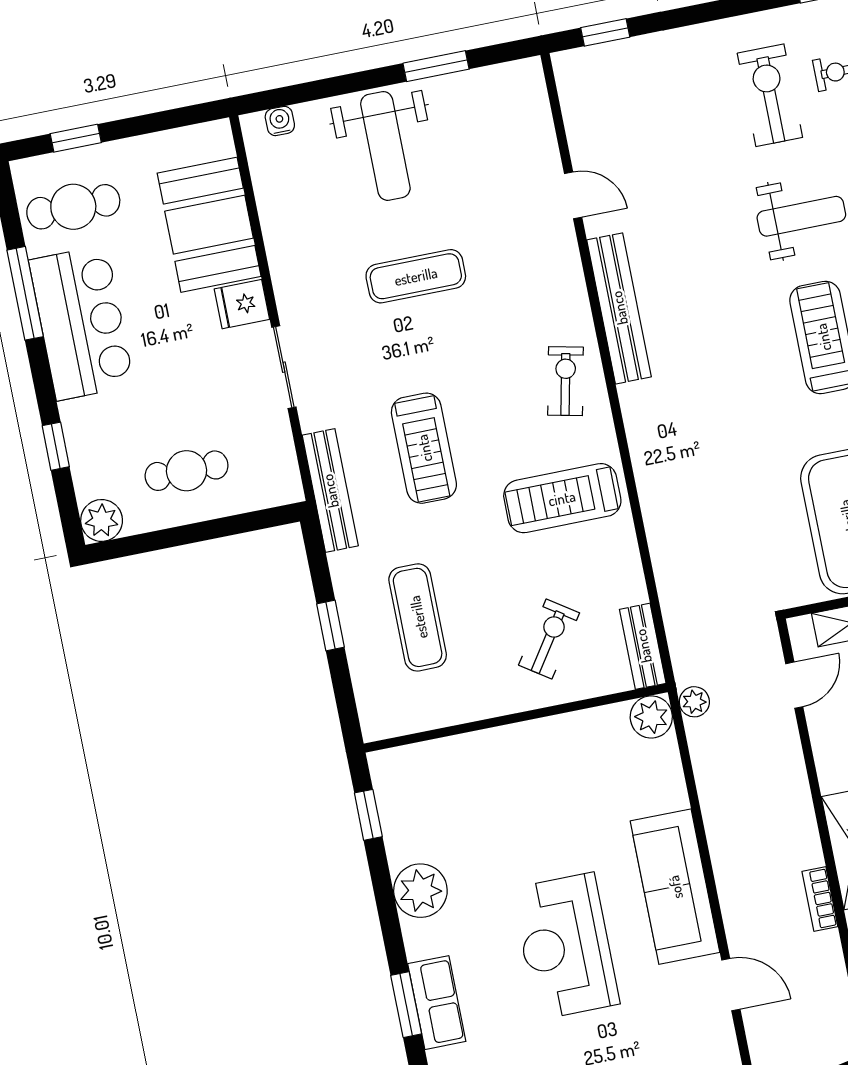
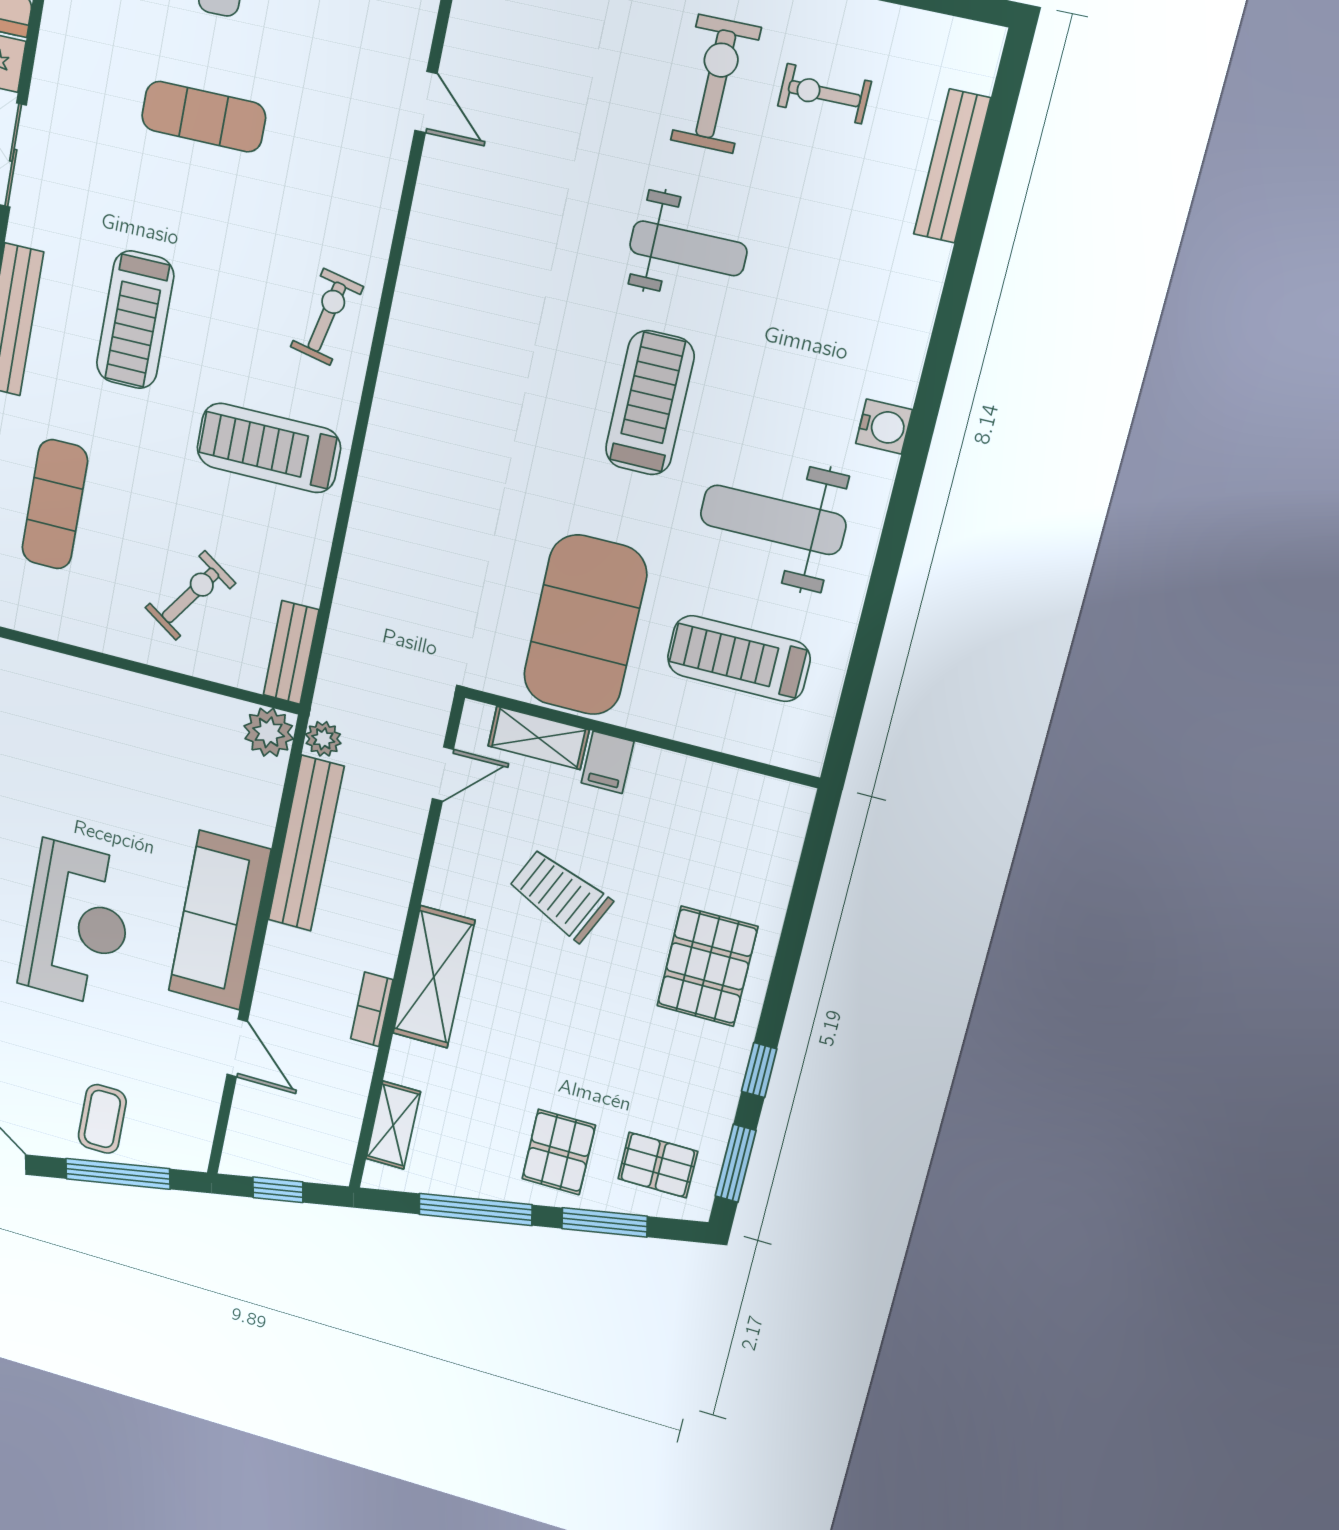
bench: (619, 308) -> (306, 843), moved
reception desk: (566, 946) -> (77, 924), turned 180

